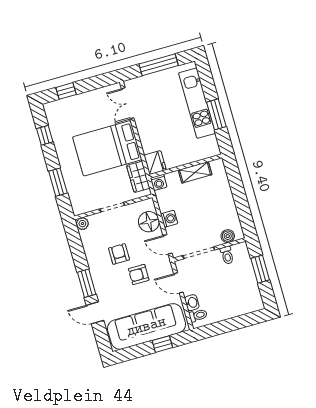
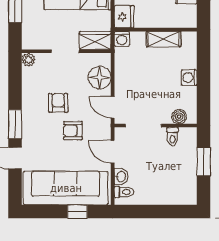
wardrobe: (138, 177) -> (95, 40), moved, turned 90
washing machine: (169, 219) -> (189, 78), moved, turned 180

